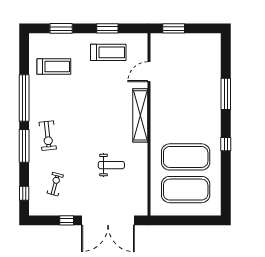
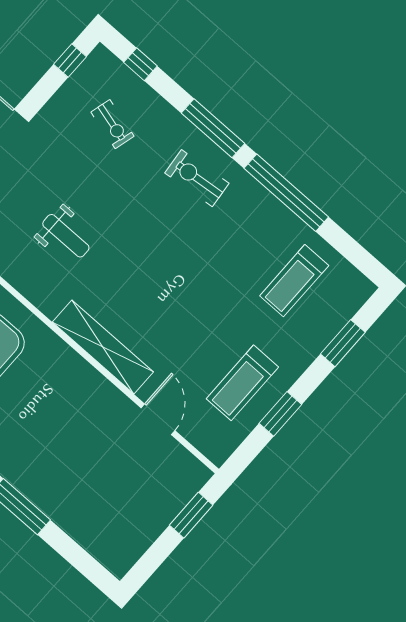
weight bench: (111, 165) -> (66, 236), turned -90
window: (67, 220) -> (70, 60), moved

